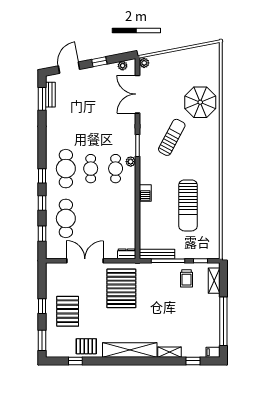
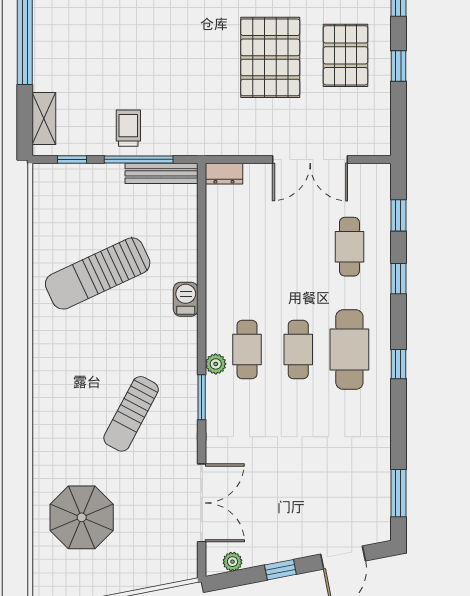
plant: (144, 63) -> (188, 567), removed
bench: (50, 95) -> (381, 502), removed
parasol: (200, 102) -> (82, 517), moved
window: (42, 176) -> (398, 364), moved
sun lounger: (188, 205) -> (98, 273), turned -115
cafe table: (66, 218) -> (349, 247), width x0.73, depth x0.74
trolley: (186, 278) -> (128, 128), moved
pallet: (121, 288) -> (270, 57), moved

